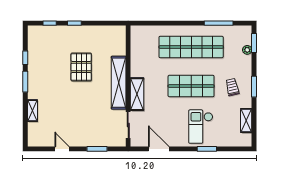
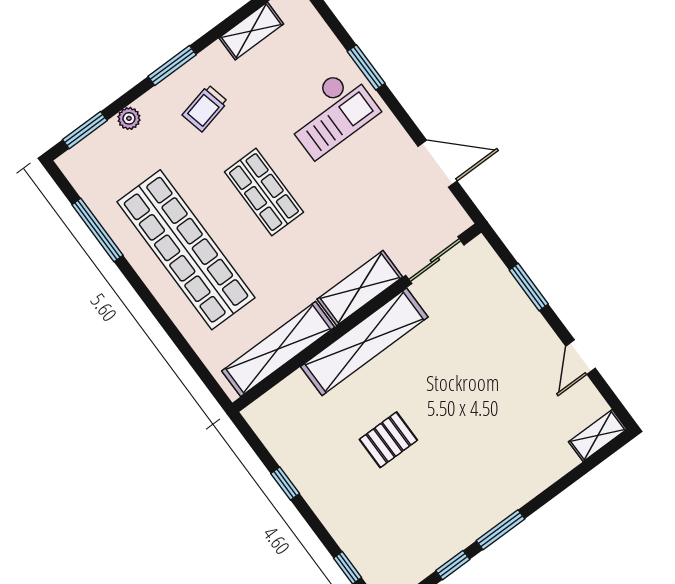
window: (74, 23) -> (285, 484), moved
plant: (247, 50) -> (129, 118), moved
shelving: (137, 53) -> (278, 349), added
pallet: (81, 67) -> (388, 440), width x0.67, depth x0.71
shop shelf: (191, 86) -> (264, 192), width x0.70, depth x0.74
shelving: (33, 111) -> (598, 436), moved
door: (159, 149) -> (437, 164), swing flipped

